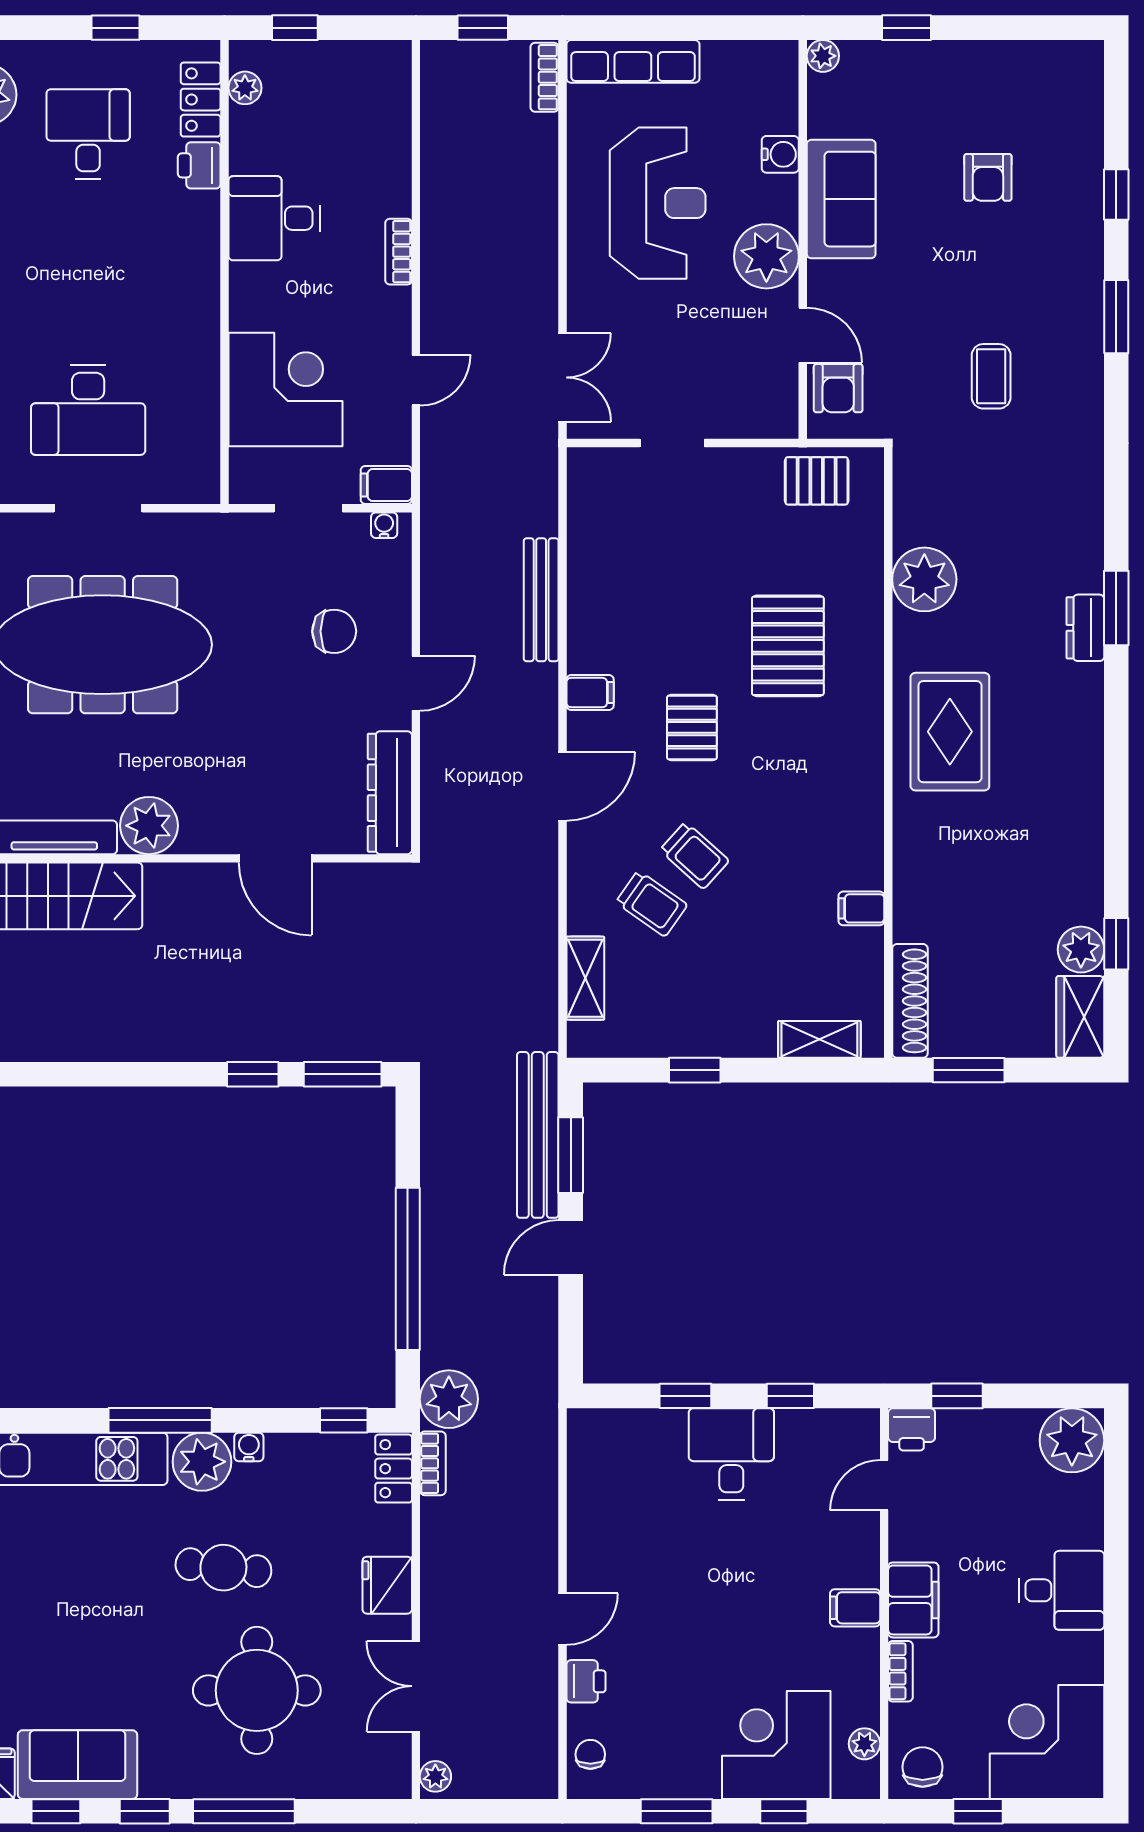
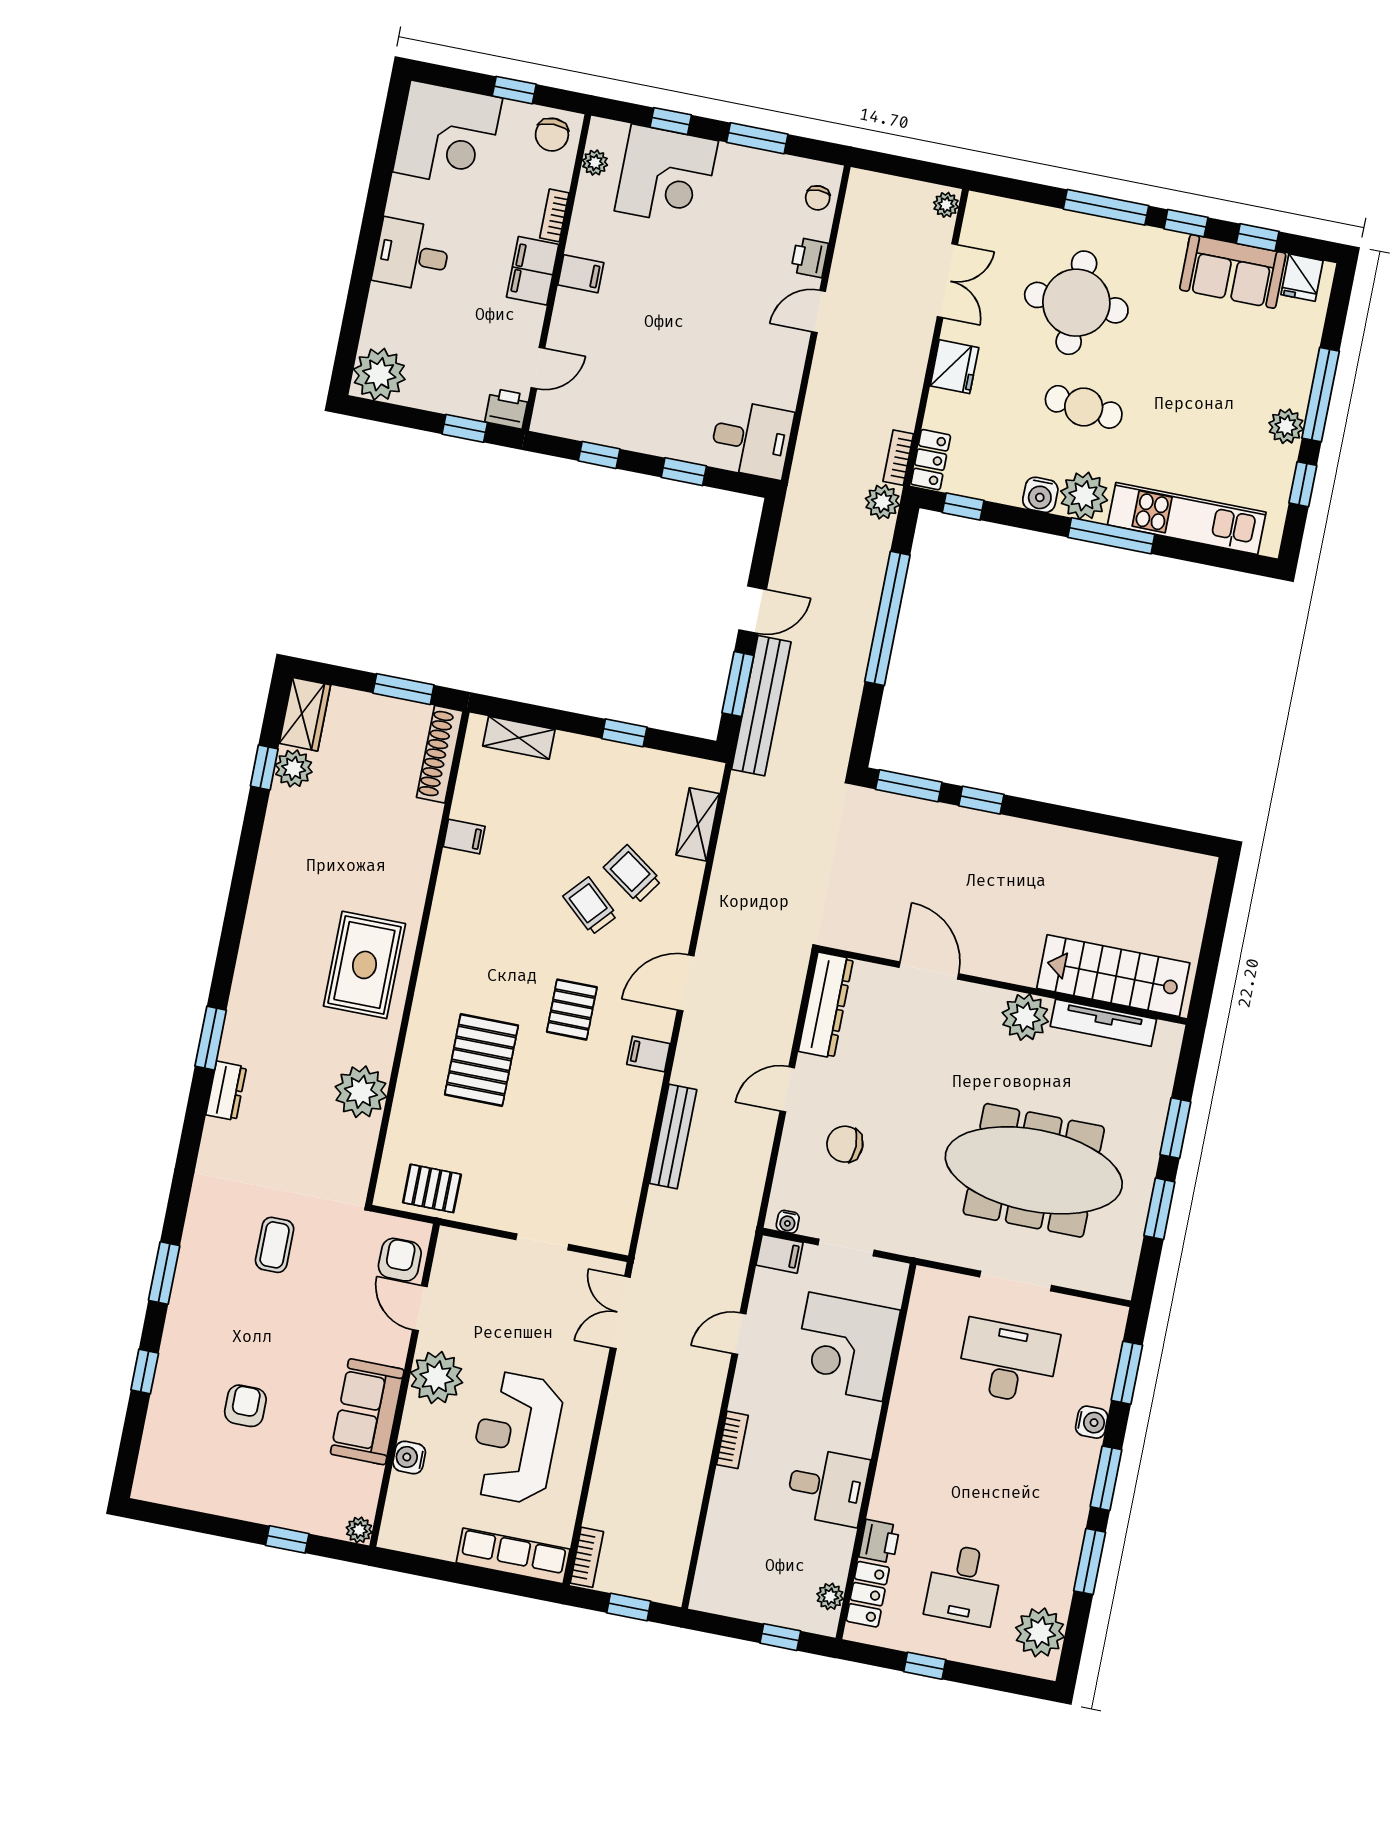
dresser: (1085, 628) -> (226, 1091), moved
plant: (449, 1399) -> (882, 502), width x0.73, depth x0.73
water cooler: (249, 1447) -> (1040, 495), width x1.38, depth x1.38
desk: (731, 1454) -> (751, 439), moved, turned -90

